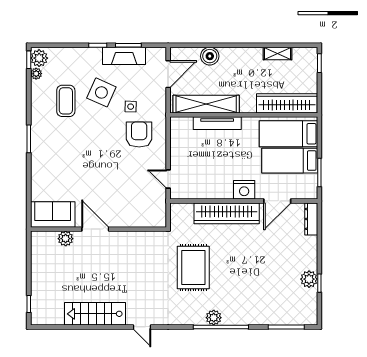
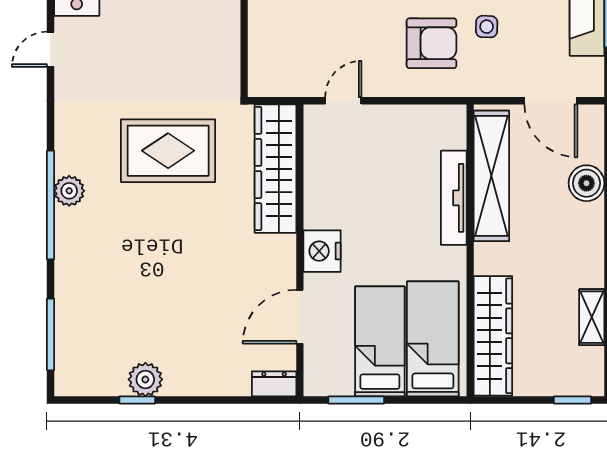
door: (277, 201) -> (300, 317), hinge flipped
wardrobe: (227, 213) -> (276, 169), moved
dresser: (311, 219) -> (274, 384), width x0.70

